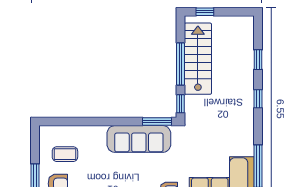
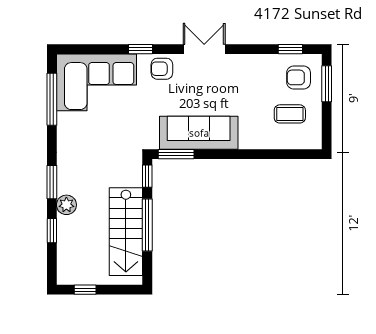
window: (205, 12) -> (85, 290), moved
plant: (246, 80) -> (66, 205), added
window: (258, 99) -> (52, 182), width x1.50

